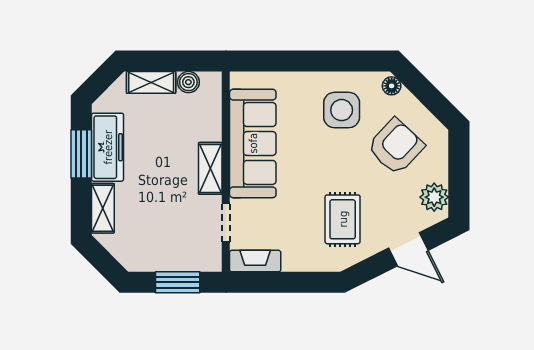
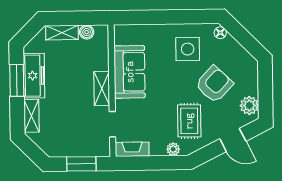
sofa: (253, 143) -> (130, 72), width x0.73
armchair: (396, 146) -> (214, 84), moved
plant: (318, 262) -> (173, 149), added

